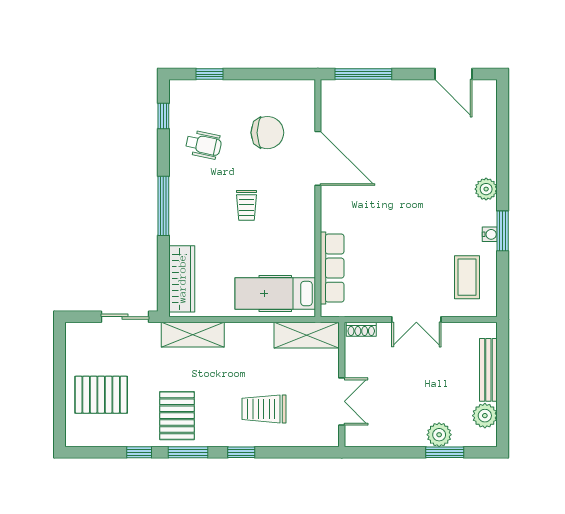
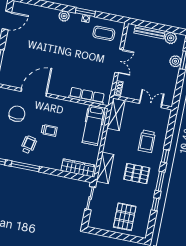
wheelchair: (204, 145) -> (29, 145), moved
window: (163, 206) -> (25, 166), moved
pallet: (177, 416) -> (137, 174), moved

